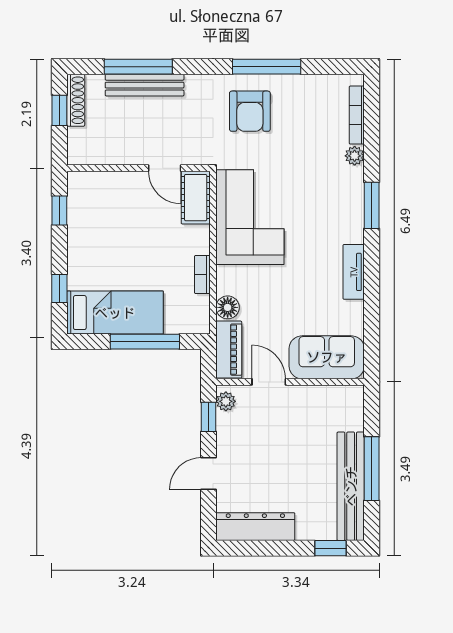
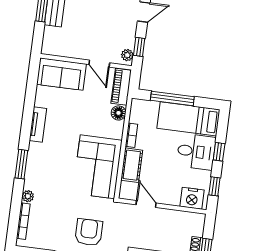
nightstand: (93, 187) -> (192, 198), added
cot: (196, 198) -> (132, 165), moved
desk: (96, 262) -> (196, 152), added
window: (59, 289) -> (219, 152), moved

